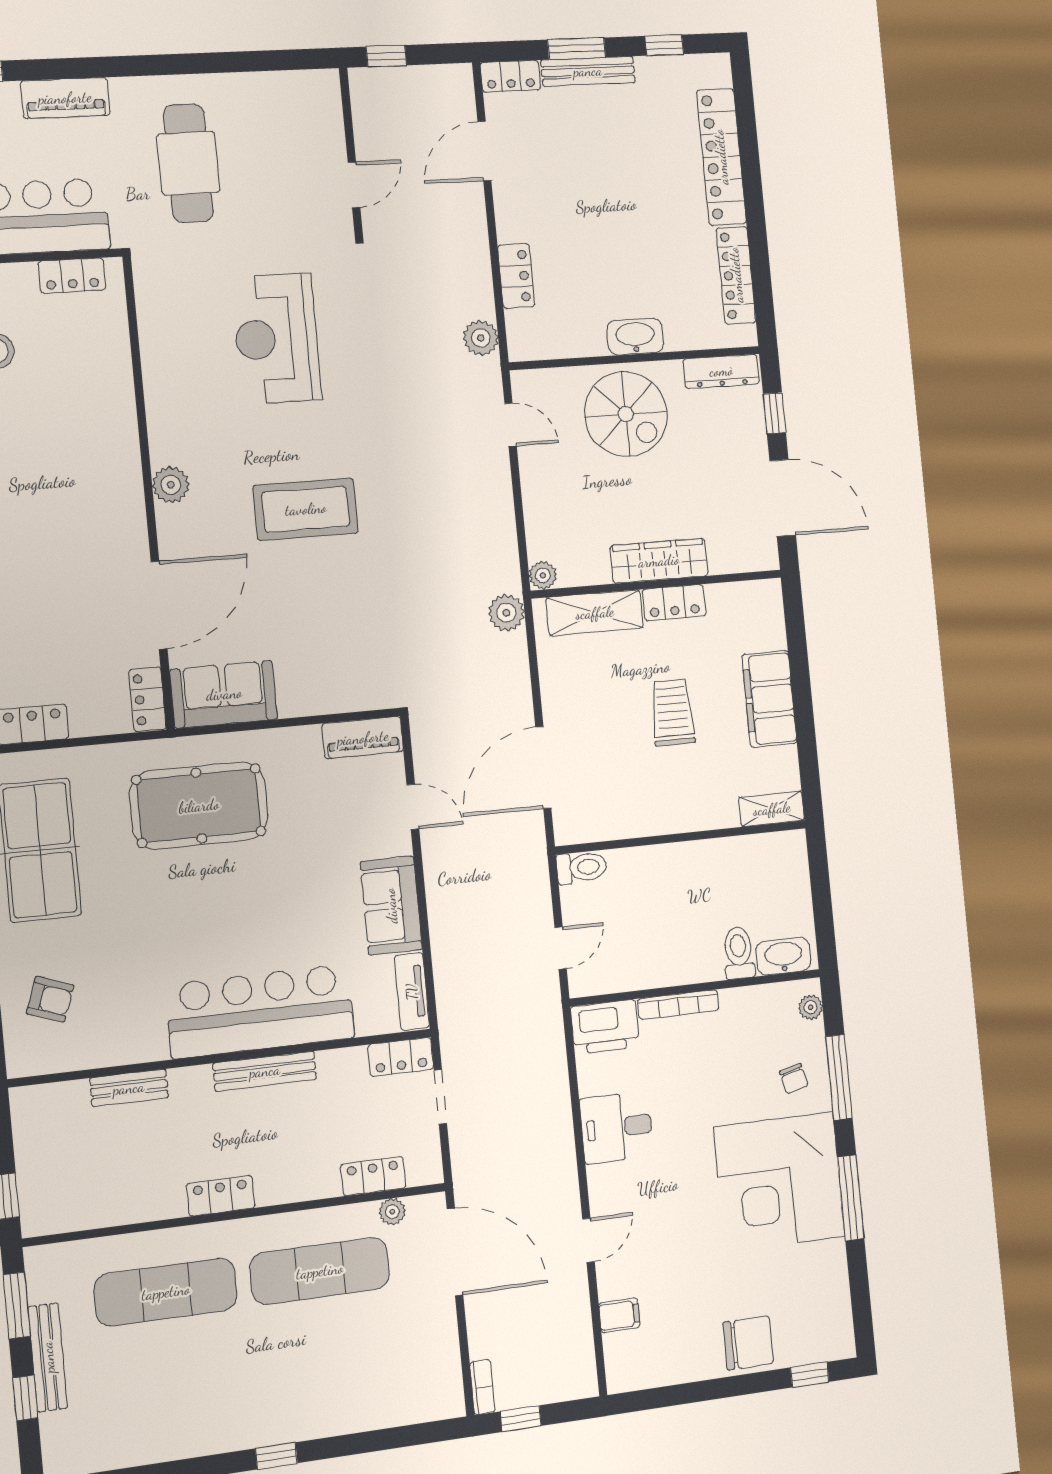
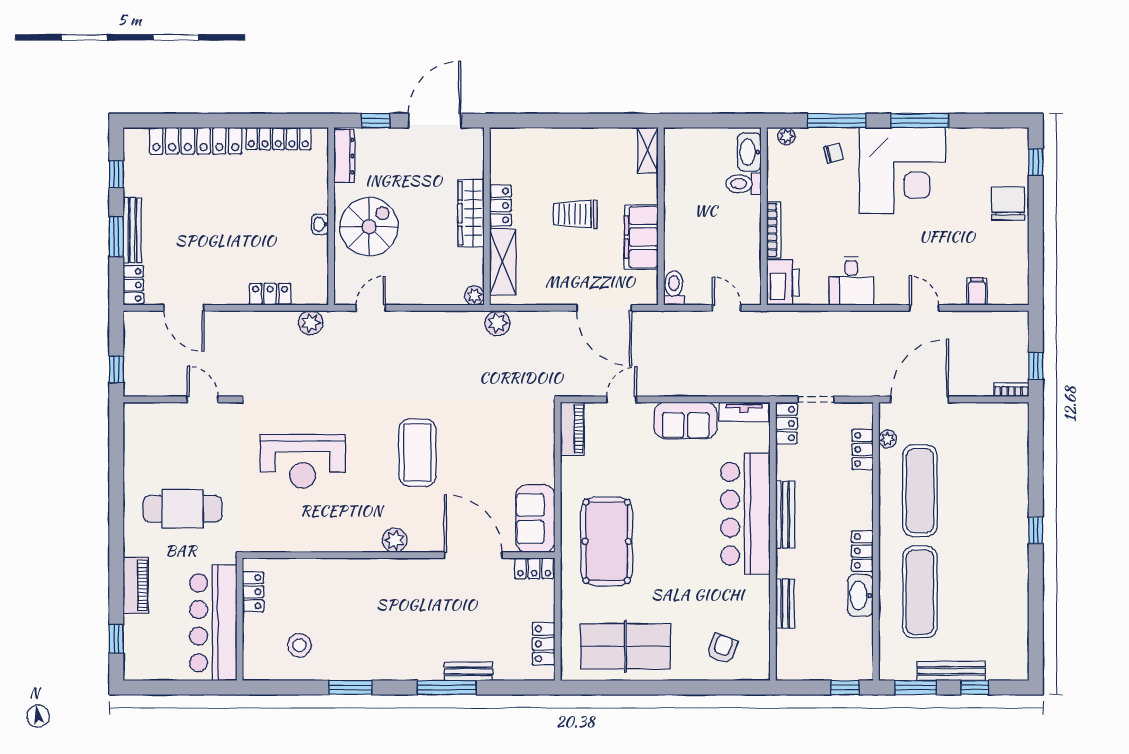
washbasin: (635, 337) -> (320, 224), width x0.52, depth x0.69
filing cabinet: (769, 699) -> (641, 237), moved, turned 90
washbasin: (152, 1202) -> (860, 595), added

